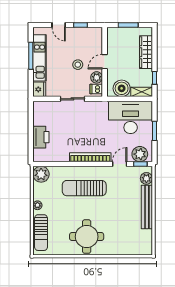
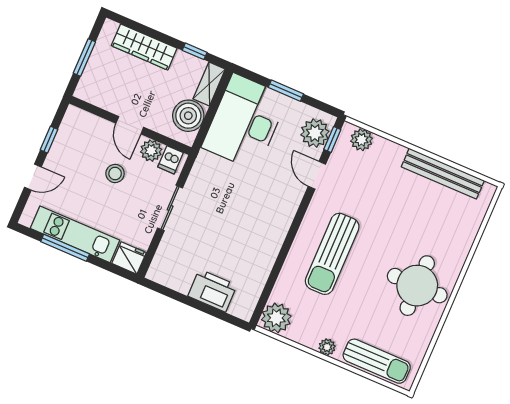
bookcase: (90, 157) -> (283, 221), removed
bench: (147, 207) -> (443, 174), moved

